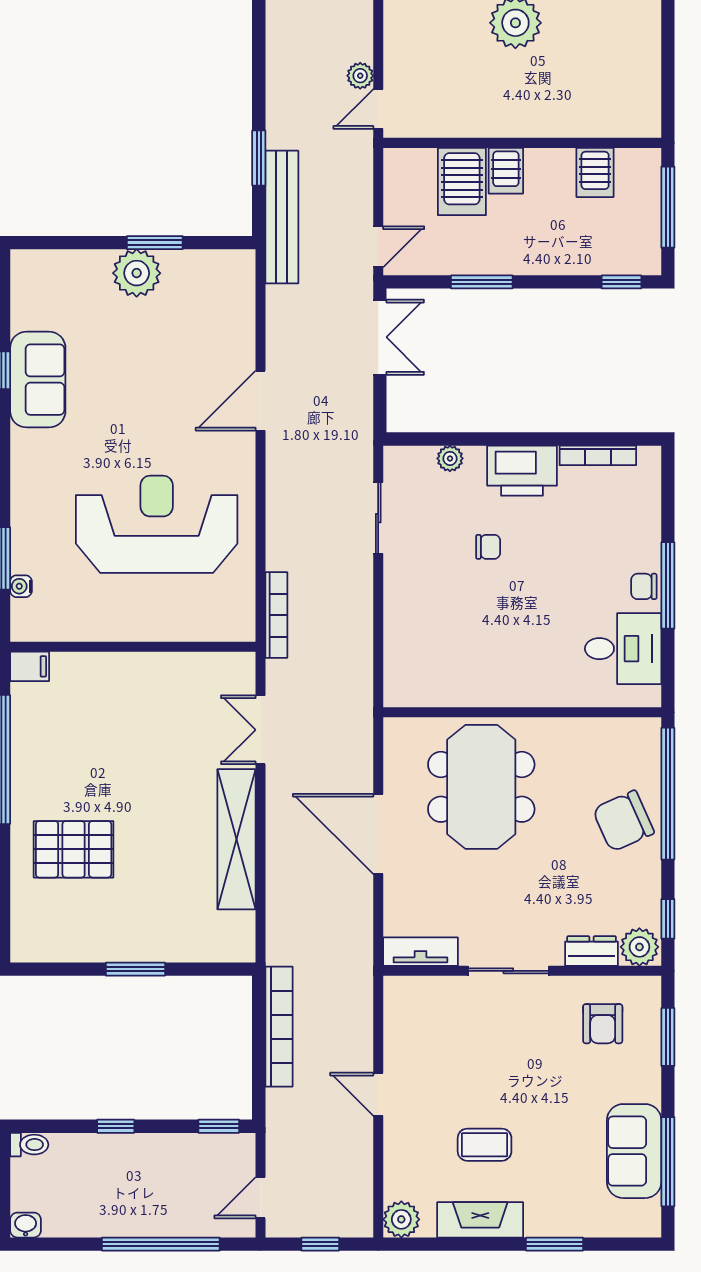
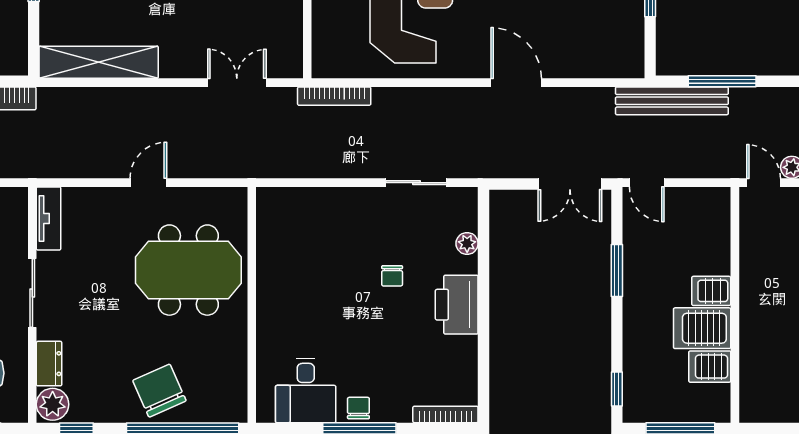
window: (259, 158) -> (722, 81), width x1.44
server rack: (462, 181) -> (702, 328), moved
bookcase: (598, 455) -> (445, 414), moved, turned 90
door: (378, 834) -> (148, 183), width x0.53
shelving: (236, 839) -> (99, 62), moved

